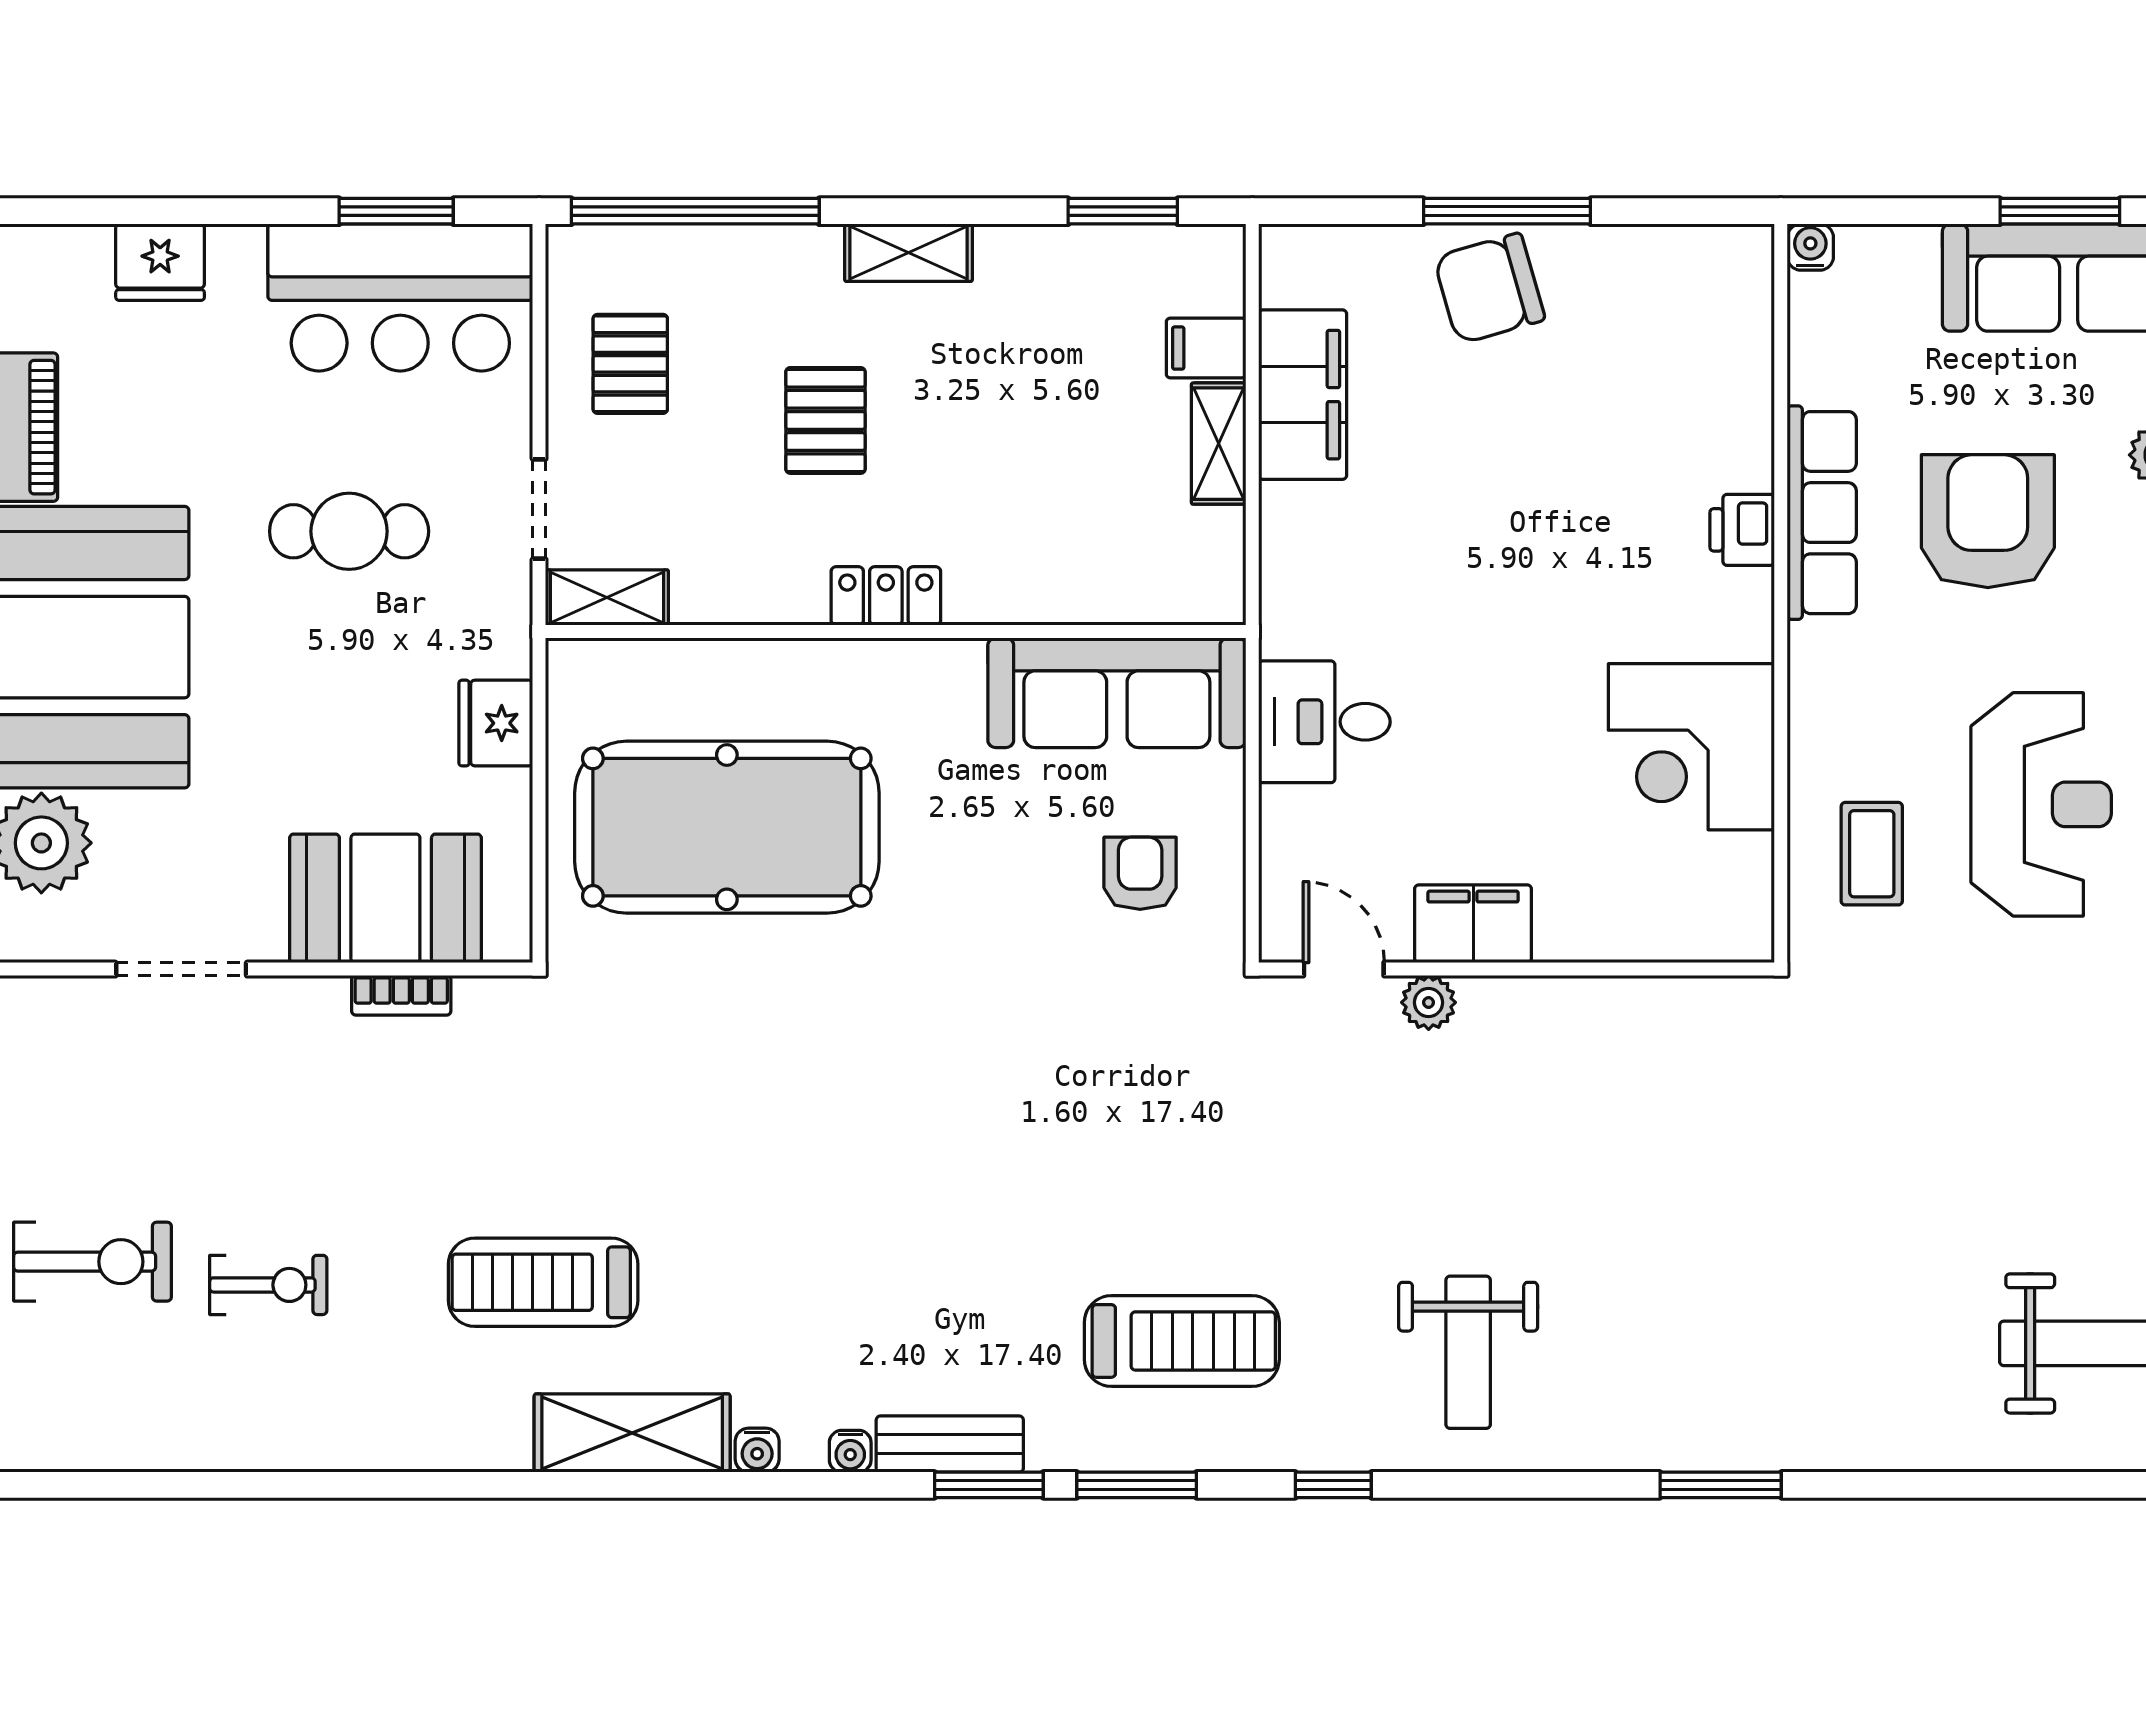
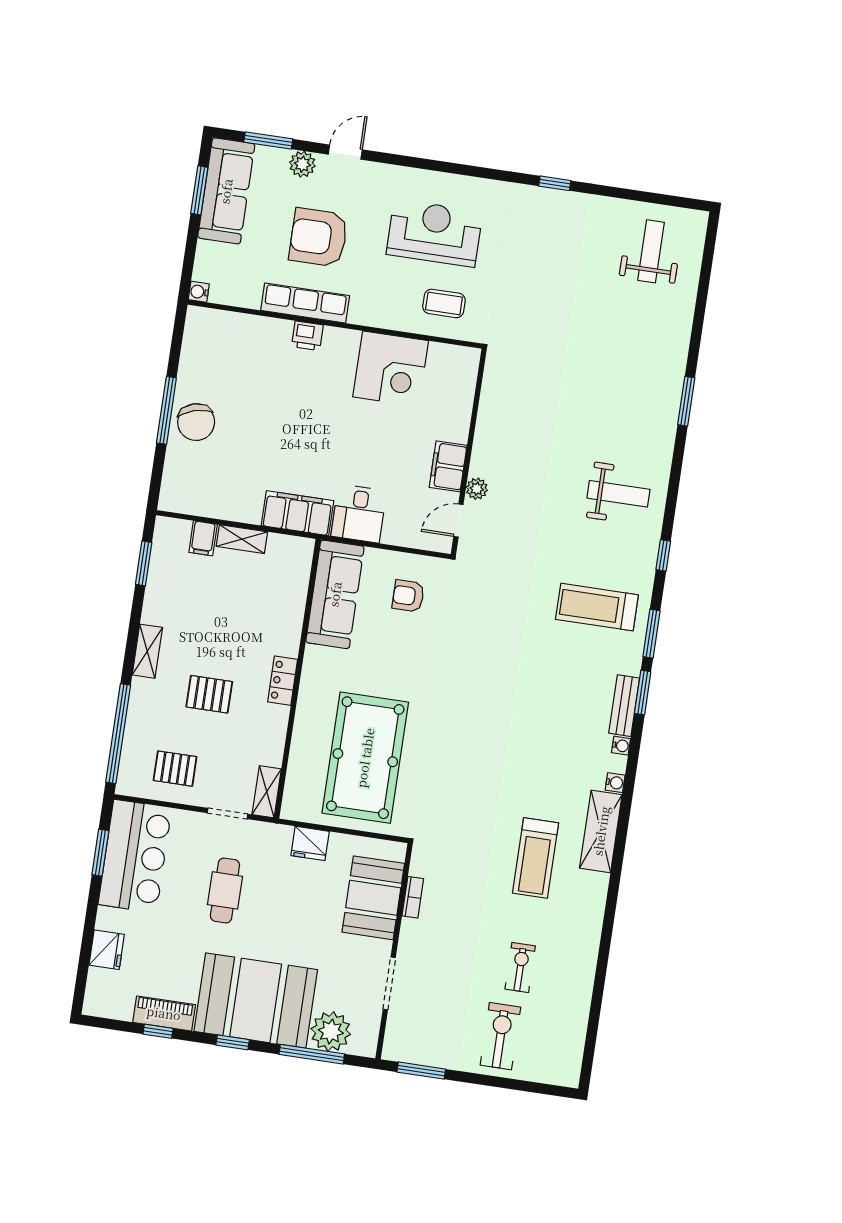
filing cabinet: (1303, 395) -> (298, 513), moved
treadmill: (1182, 1341) -> (597, 607), turned -90

